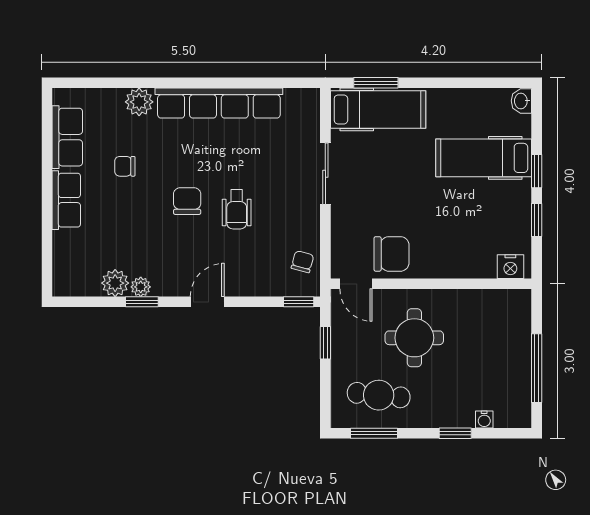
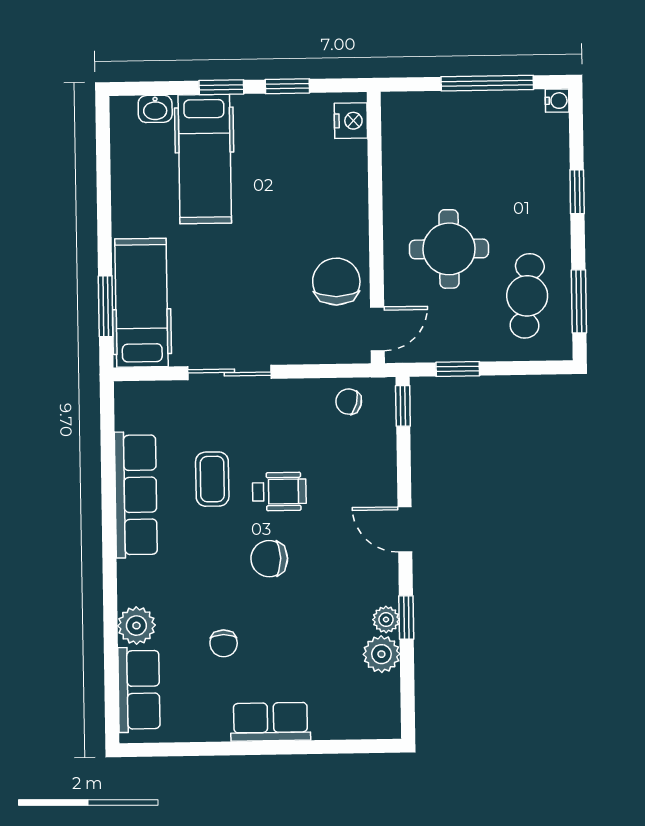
washbasin: (521, 101) -> (155, 109), moved
row of seats: (219, 103) -> (136, 495), width x0.73
row of seats: (67, 137) -> (139, 690), moved, turned 90
coffee table: (247, 160) -> (212, 479), added
water cooler: (484, 419) -> (557, 101), moved

